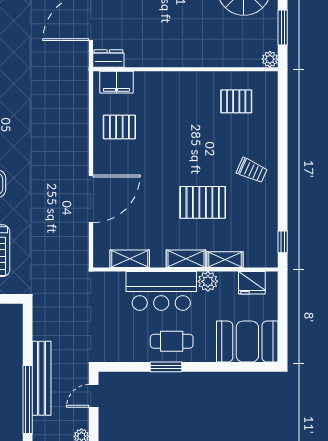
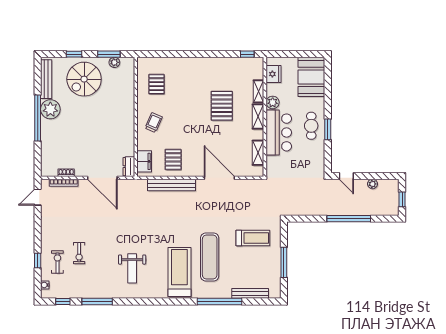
plant: (270, 59) -> (114, 62), moved
trolley: (252, 170) -> (154, 123), moved
bench: (42, 378) -> (172, 185), moved

